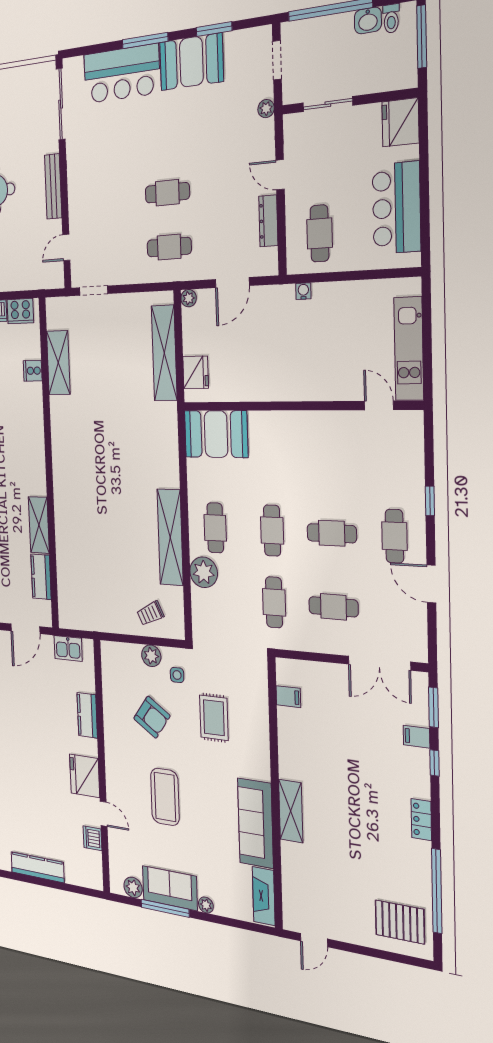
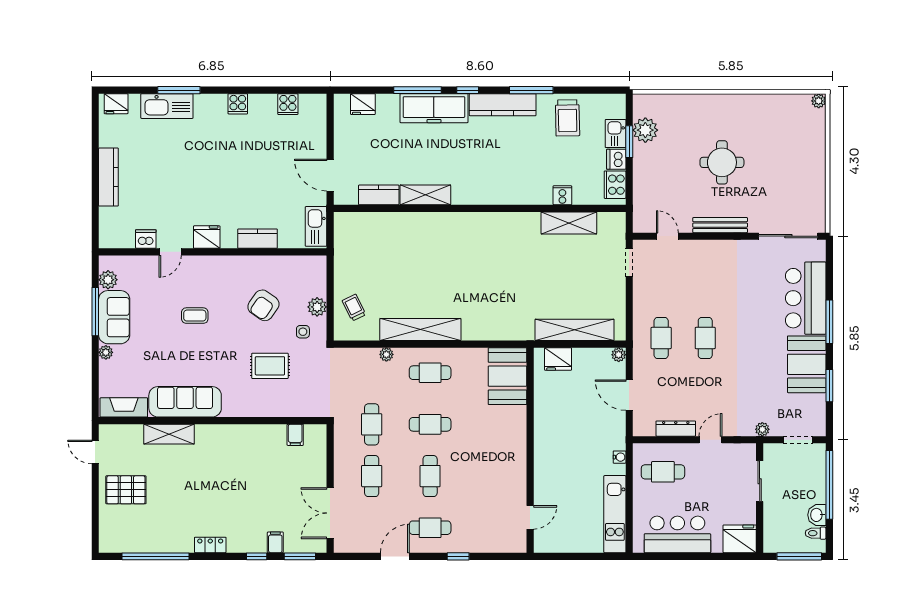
kitchen unit: (409, 349) -> (615, 514), moved, turned -90
plant: (204, 572) -> (386, 354), width x0.53, depth x0.53
cafe table: (274, 602) -> (372, 424), turned 90
kitchen sink: (68, 648) -> (316, 226), width x1.38
fridge: (85, 776) -> (207, 237), width x0.73, depth x0.75
coffee table: (165, 797) -> (195, 316), width x0.54, depth x0.58
shelving: (291, 811) -> (169, 434), moved
pallet: (400, 922) -> (126, 490), moved, turned 90

